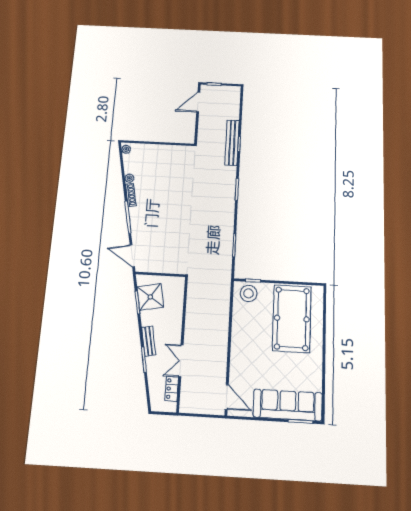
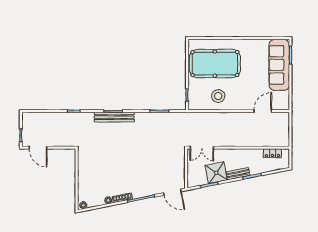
bench: (232, 143) -> (114, 117), moved
door: (132, 256) -> (172, 192), hinge flipped
stool: (249, 293) -> (218, 96), moved
shower: (150, 297) -> (216, 173), moved
double door: (181, 361) -> (202, 148), moved
door: (227, 397) -> (263, 111), moved

